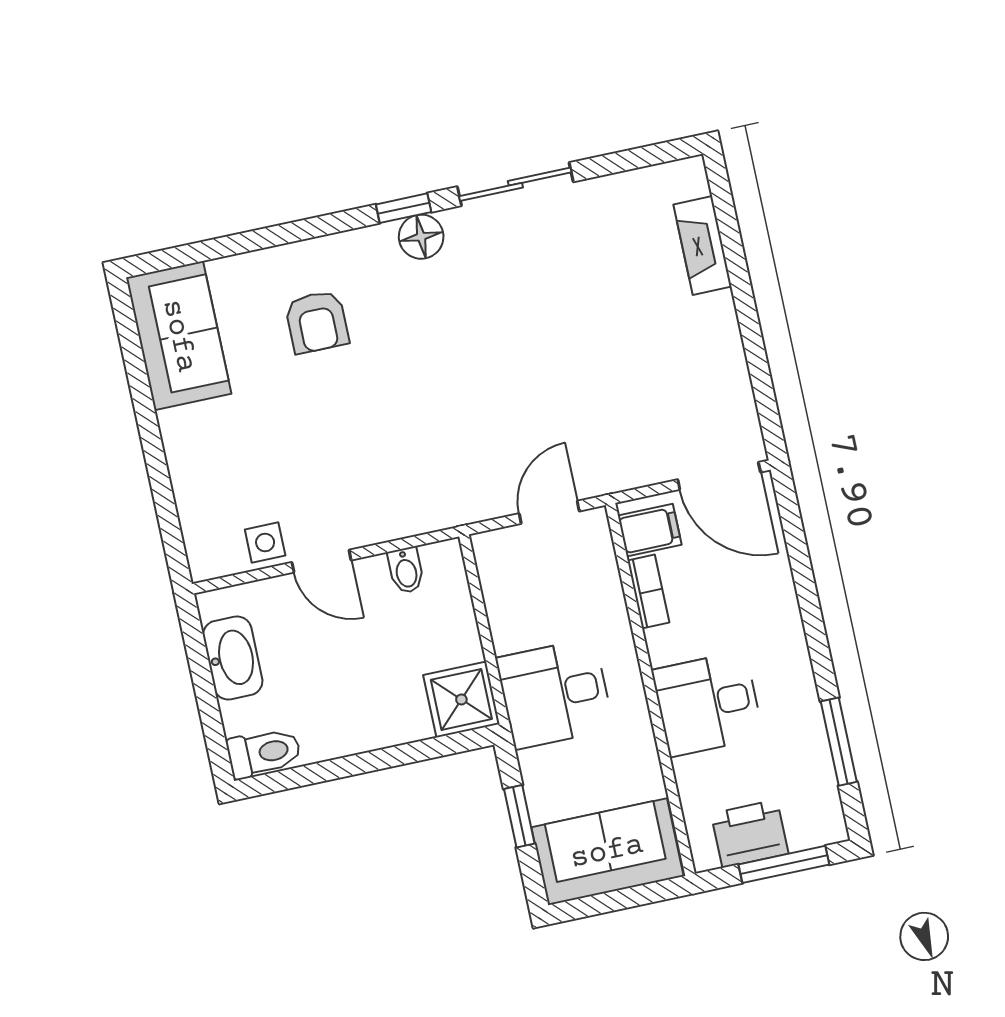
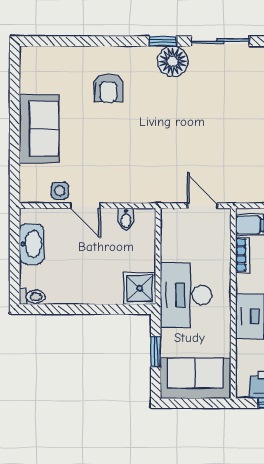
floor lamp: (421, 237) -> (173, 61), width x1.38, depth x1.38
sofa: (179, 336) -> (39, 129), moved
door: (549, 512) -> (202, 206), hinge flipped
desk: (555, 693) -> (186, 295), width x1.37
toilet: (264, 753) -> (32, 297), width x0.73, depth x0.72

